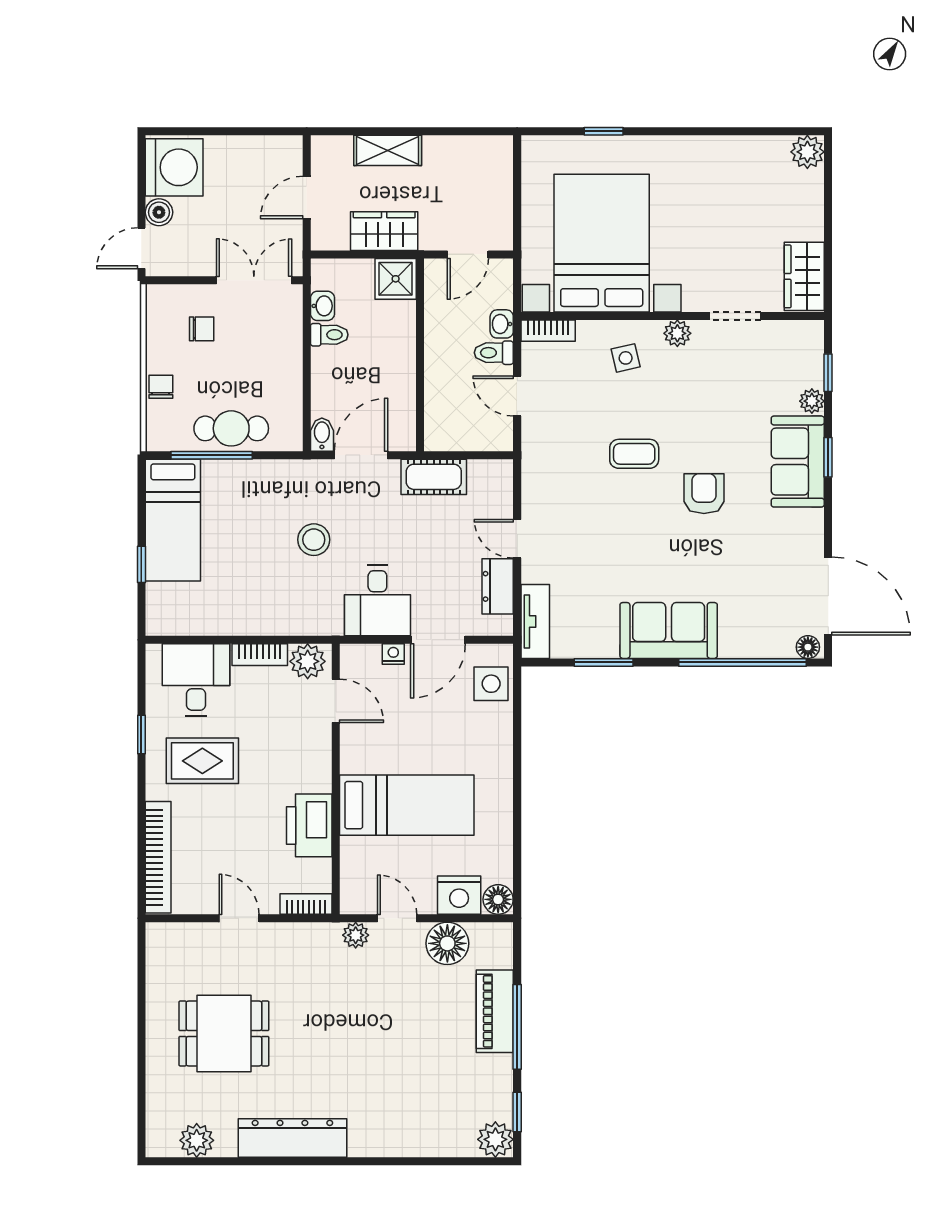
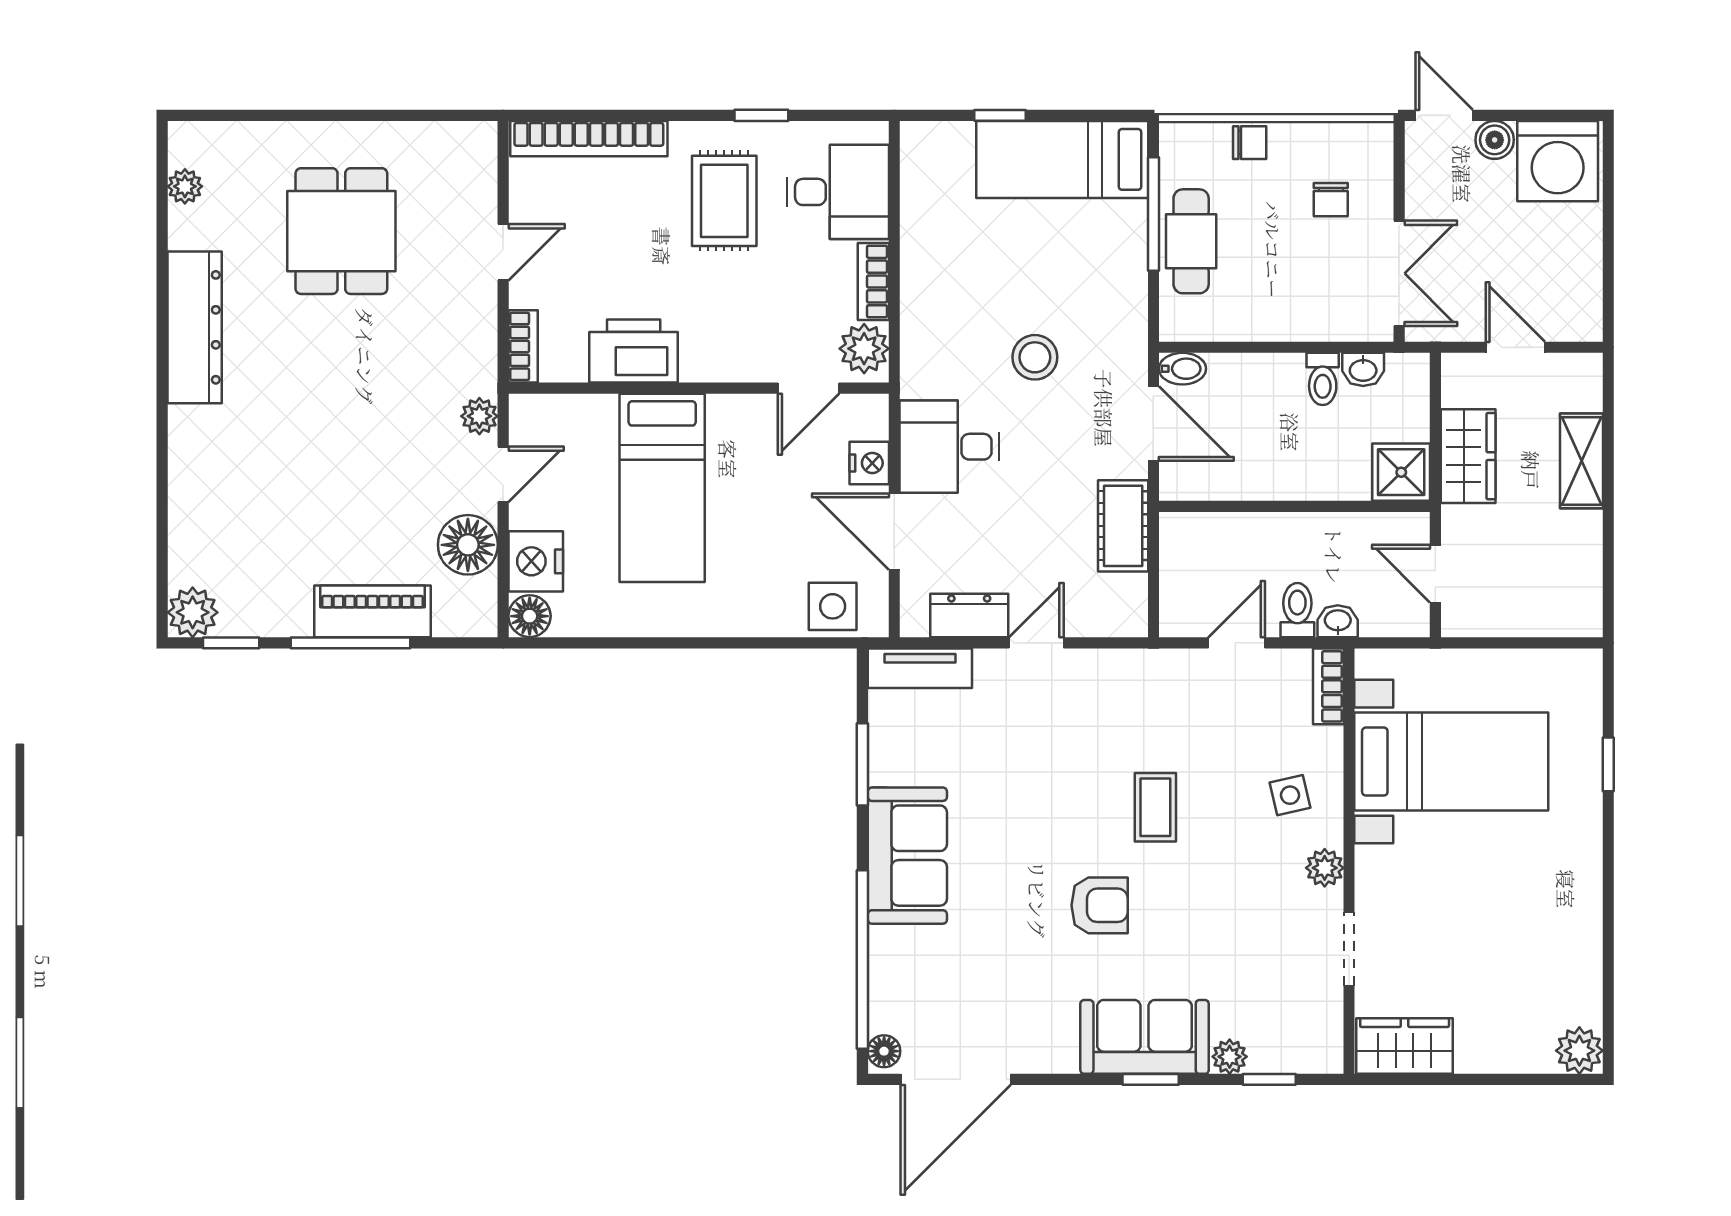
bed with nightstands: (602, 243) -> (1451, 762), width x0.73
nightstand: (393, 654) -> (869, 463), width x1.39, depth x1.35
plant: (197, 1140) -> (185, 186), width x0.73, depth x0.73

